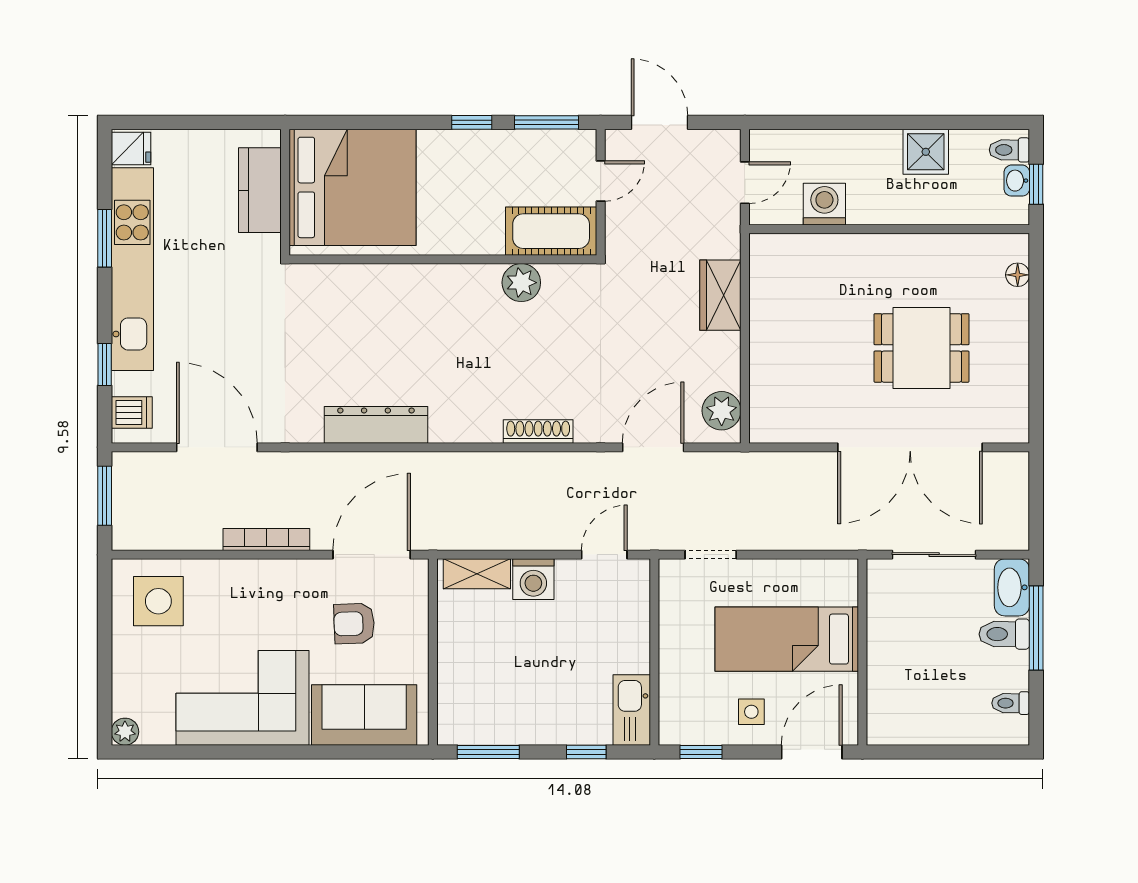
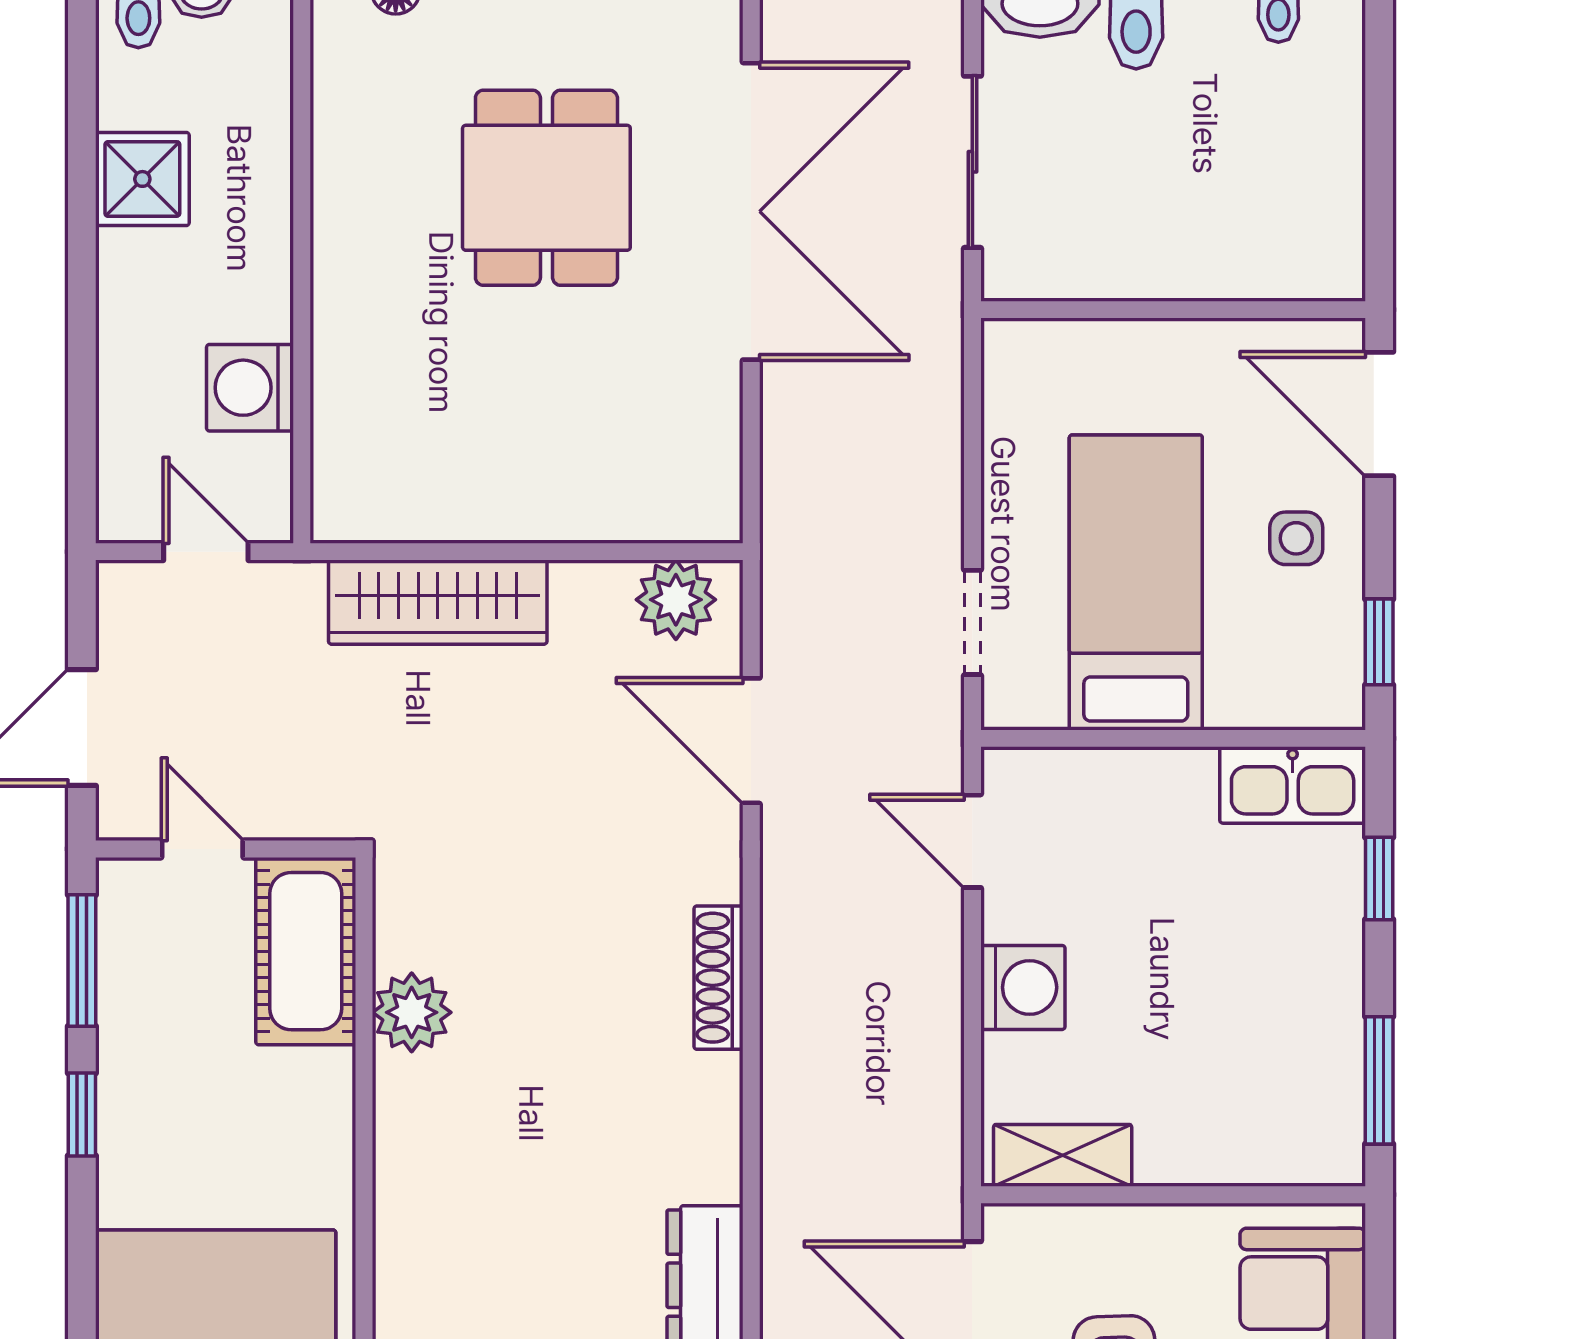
wardrobe: (720, 295) -> (438, 602), width x1.50
shelving: (477, 574) -> (1063, 1155), moved, turned 90
bed: (787, 639) -> (1136, 582), moved, turned 180

